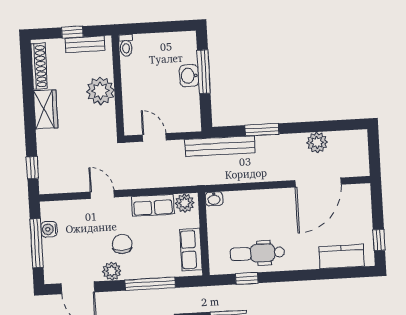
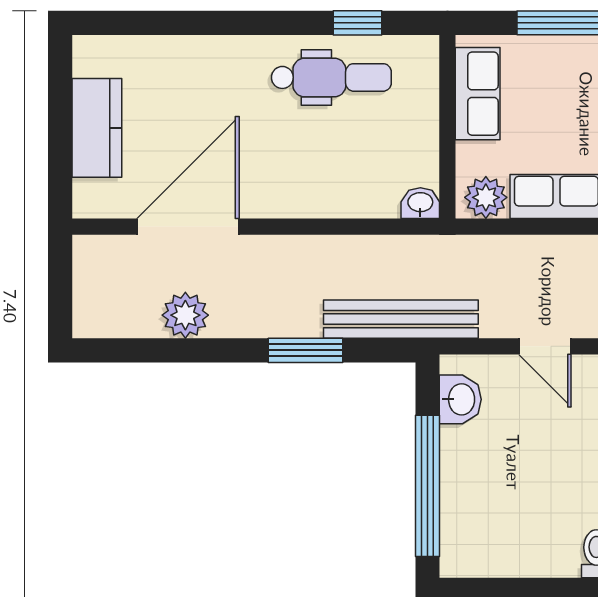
window: (204, 72) -> (428, 486), width x1.46
washbasin: (189, 76) -> (460, 399), moved
window: (379, 240) -> (60, 92), removed
kitchen counter: (342, 256) -> (97, 128), moved, turned -90

